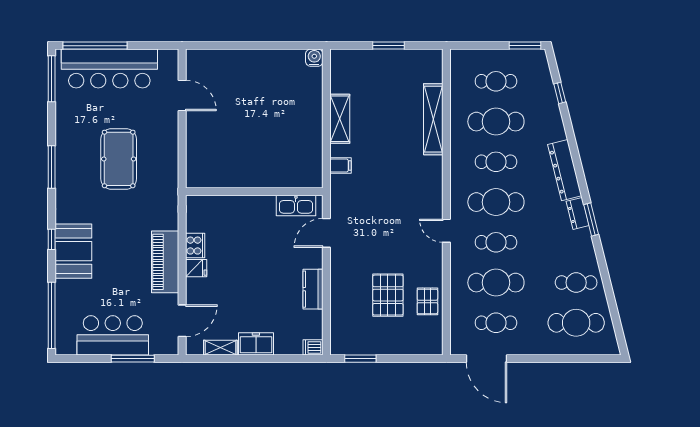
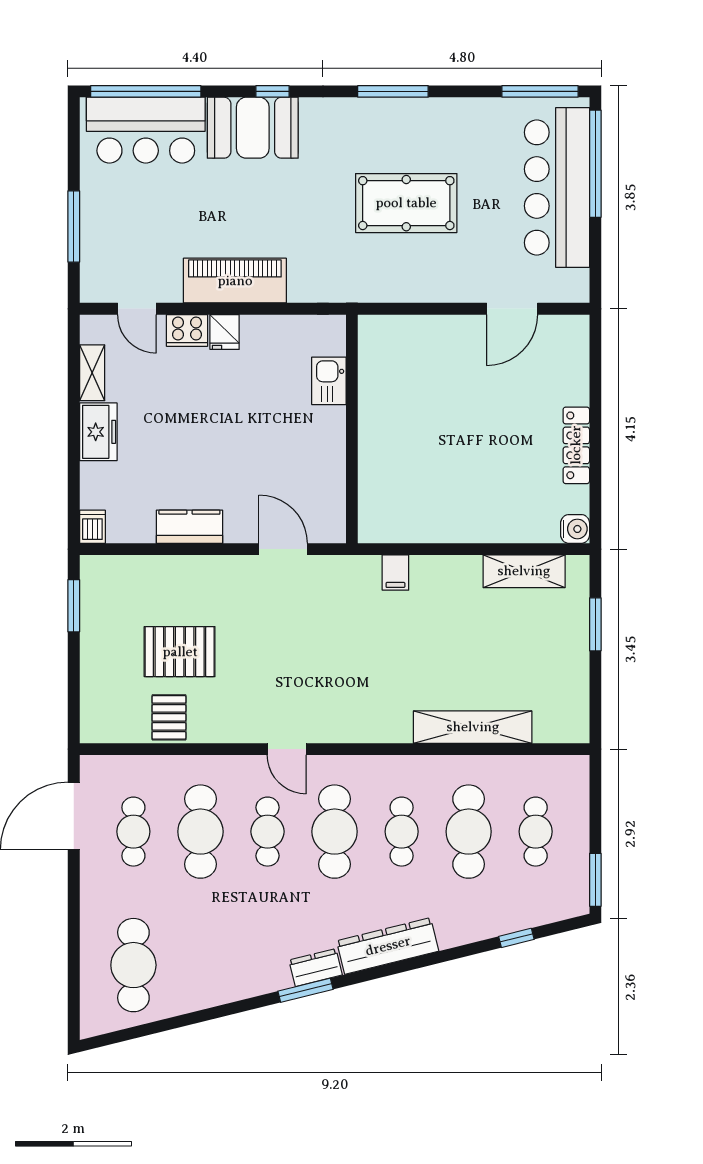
window: (388, 46) -> (595, 624), moved
locker: (264, 57) -> (576, 445), added
shelving: (340, 119) -> (524, 571), moved
kitchen sink: (296, 205) -> (329, 381), moved, width x0.73
door: (446, 231) -> (287, 749), swing flipped
cooker: (195, 246) -> (187, 330), moved
cafe table: (576, 283) -> (200, 965), removed
pallet: (427, 301) -> (169, 717), turned 90
door: (182, 321) -> (137, 309), width x0.73
bar counter: (113, 335) -> (146, 130), moved, turned 90

